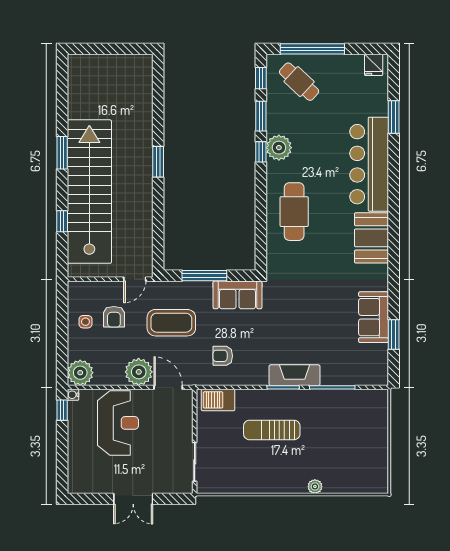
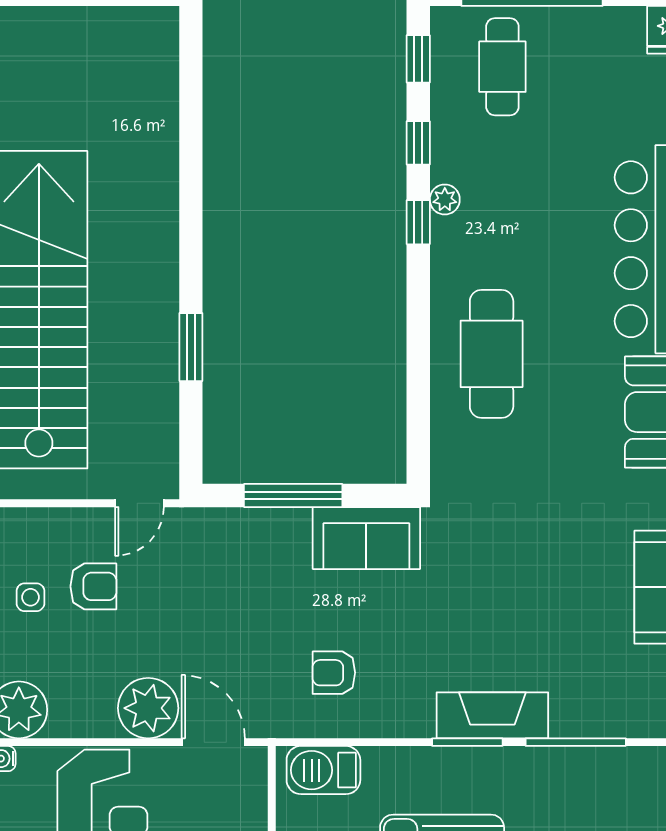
cafe table: (299, 82) -> (502, 67), turned 47
window: (261, 116) -> (418, 143), width x0.67
plant: (279, 148) -> (445, 199), width x0.53, depth x0.53
window: (158, 162) -> (191, 347), moved
armchair: (114, 317) -> (93, 586), turned -90
coffee table: (171, 323) -> (220, 599), removed

